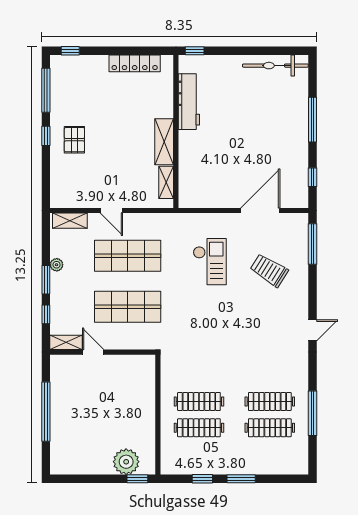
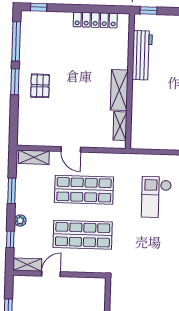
window: (46, 136) -> (15, 82), width x1.50
checkout: (210, 262) -> (156, 197), turned 180
plant: (57, 265) -> (20, 221), moved
window: (46, 280) -> (12, 191), moved
door: (93, 352) -> (51, 274), hinge flipped

